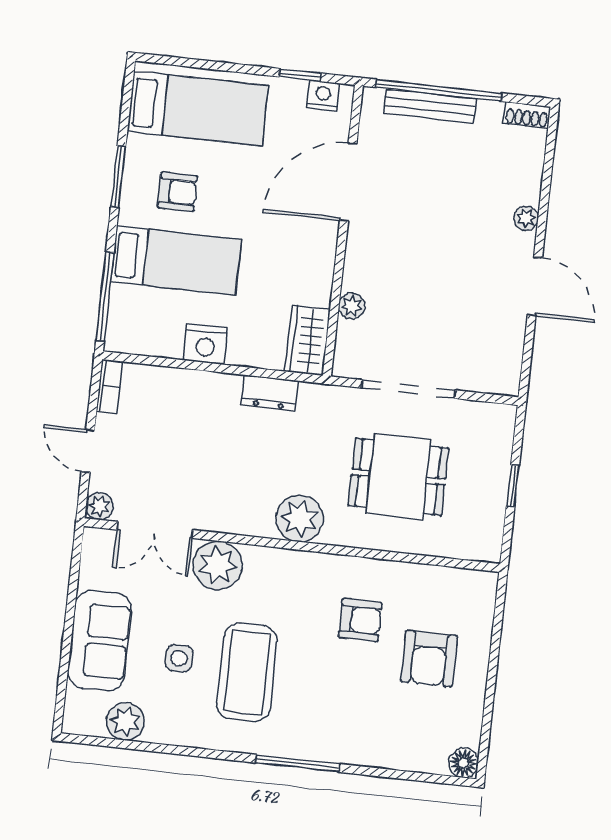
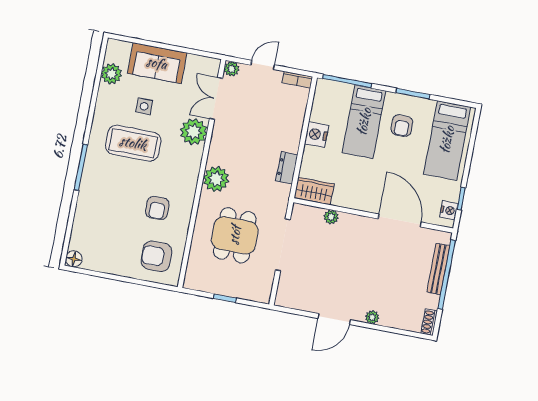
armchair: (429, 659) -> (156, 256), moved

